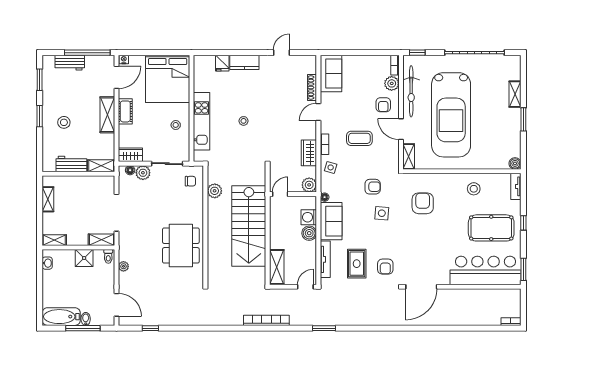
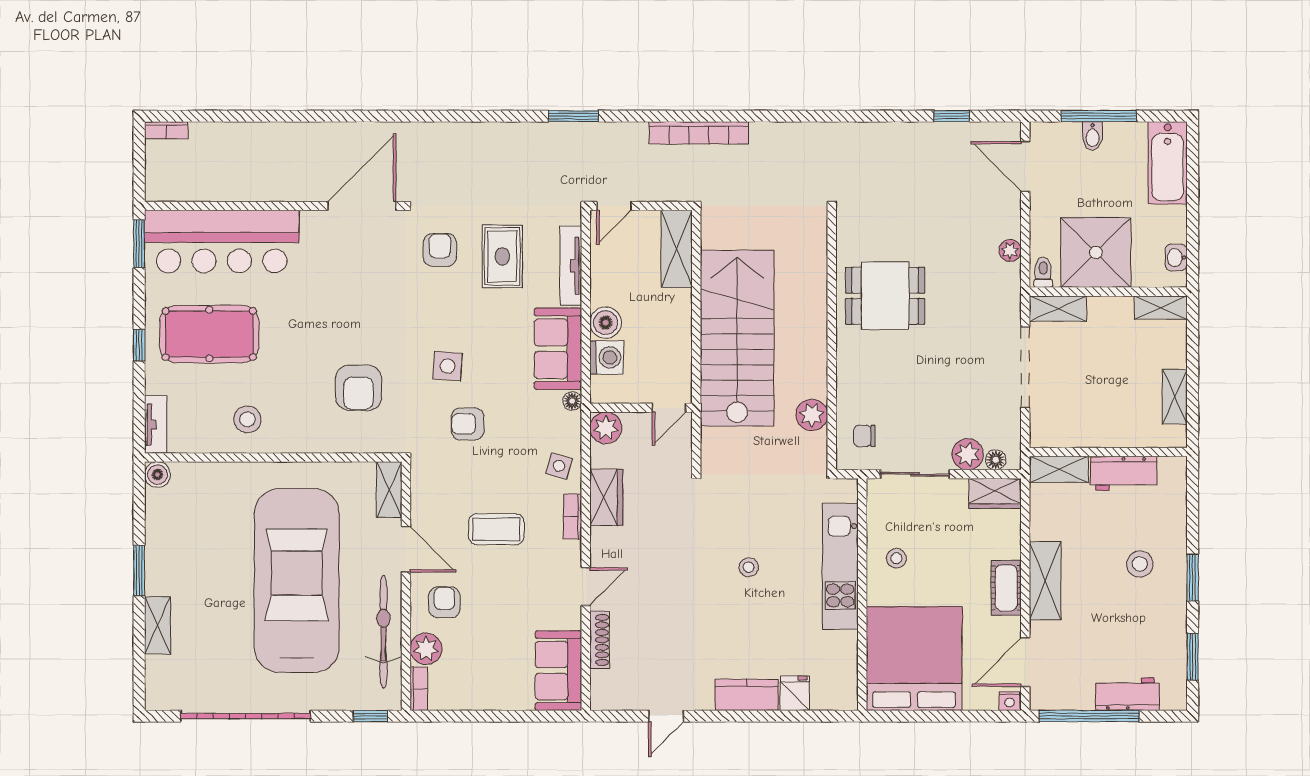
dining table: (181, 246) -> (885, 296), width x0.73
shower: (84, 258) -> (1096, 252), width x1.86, depth x1.86
bathtub: (61, 317) -> (1168, 163), moved, turned 90

